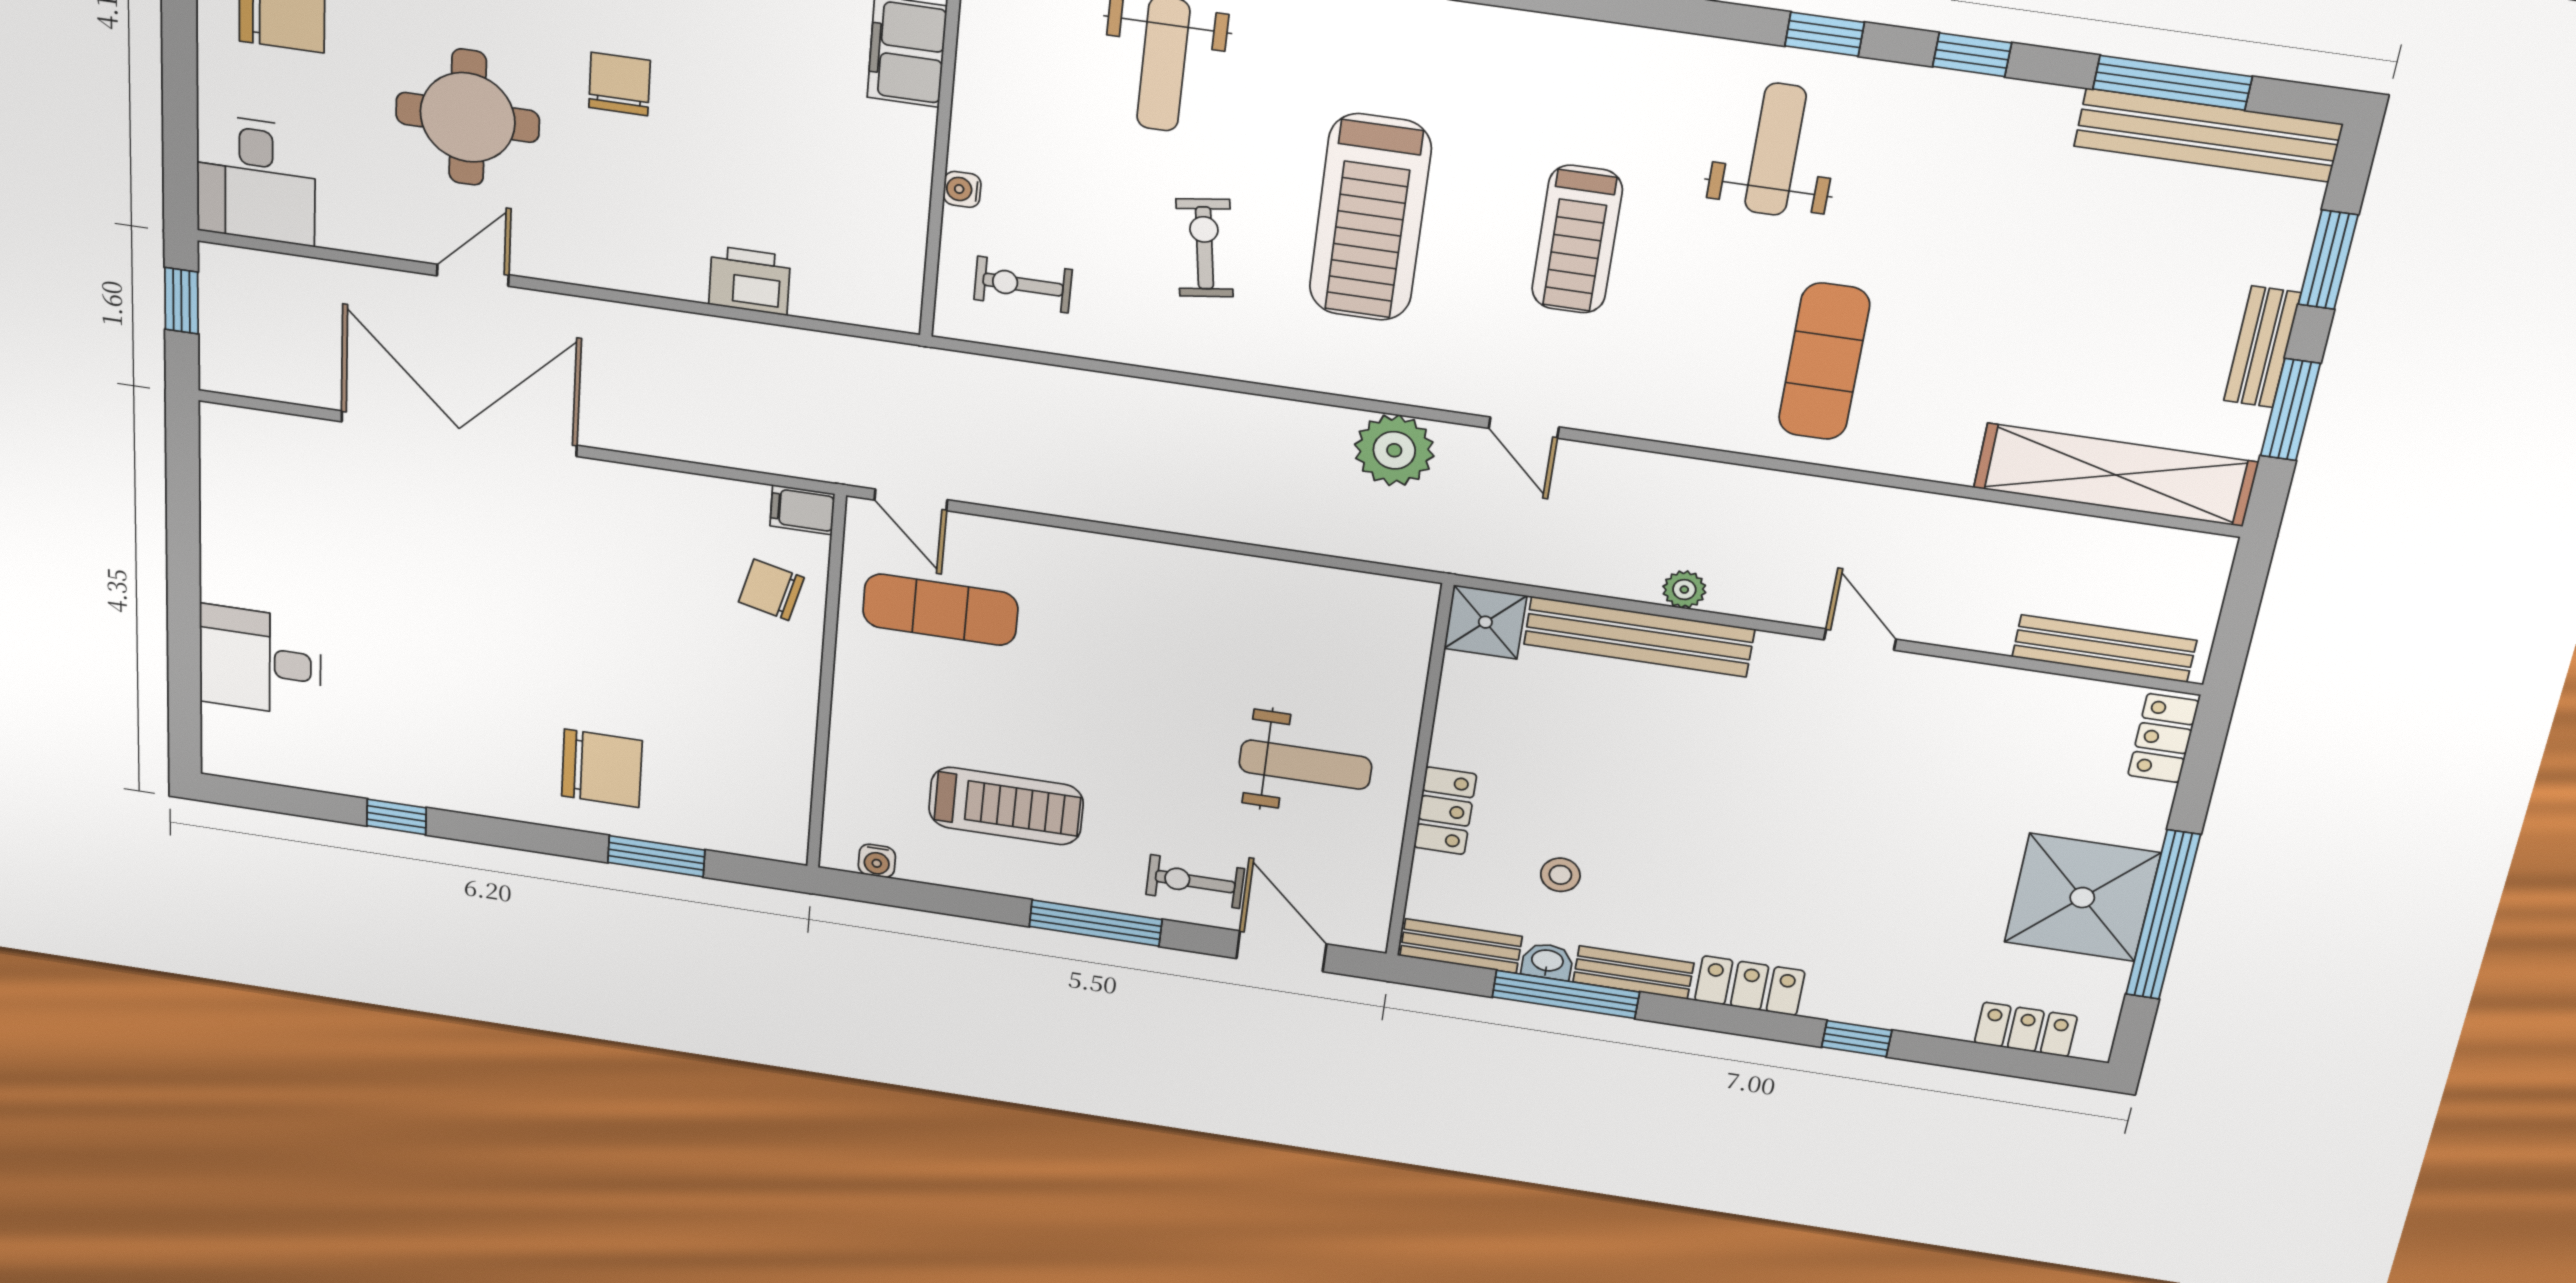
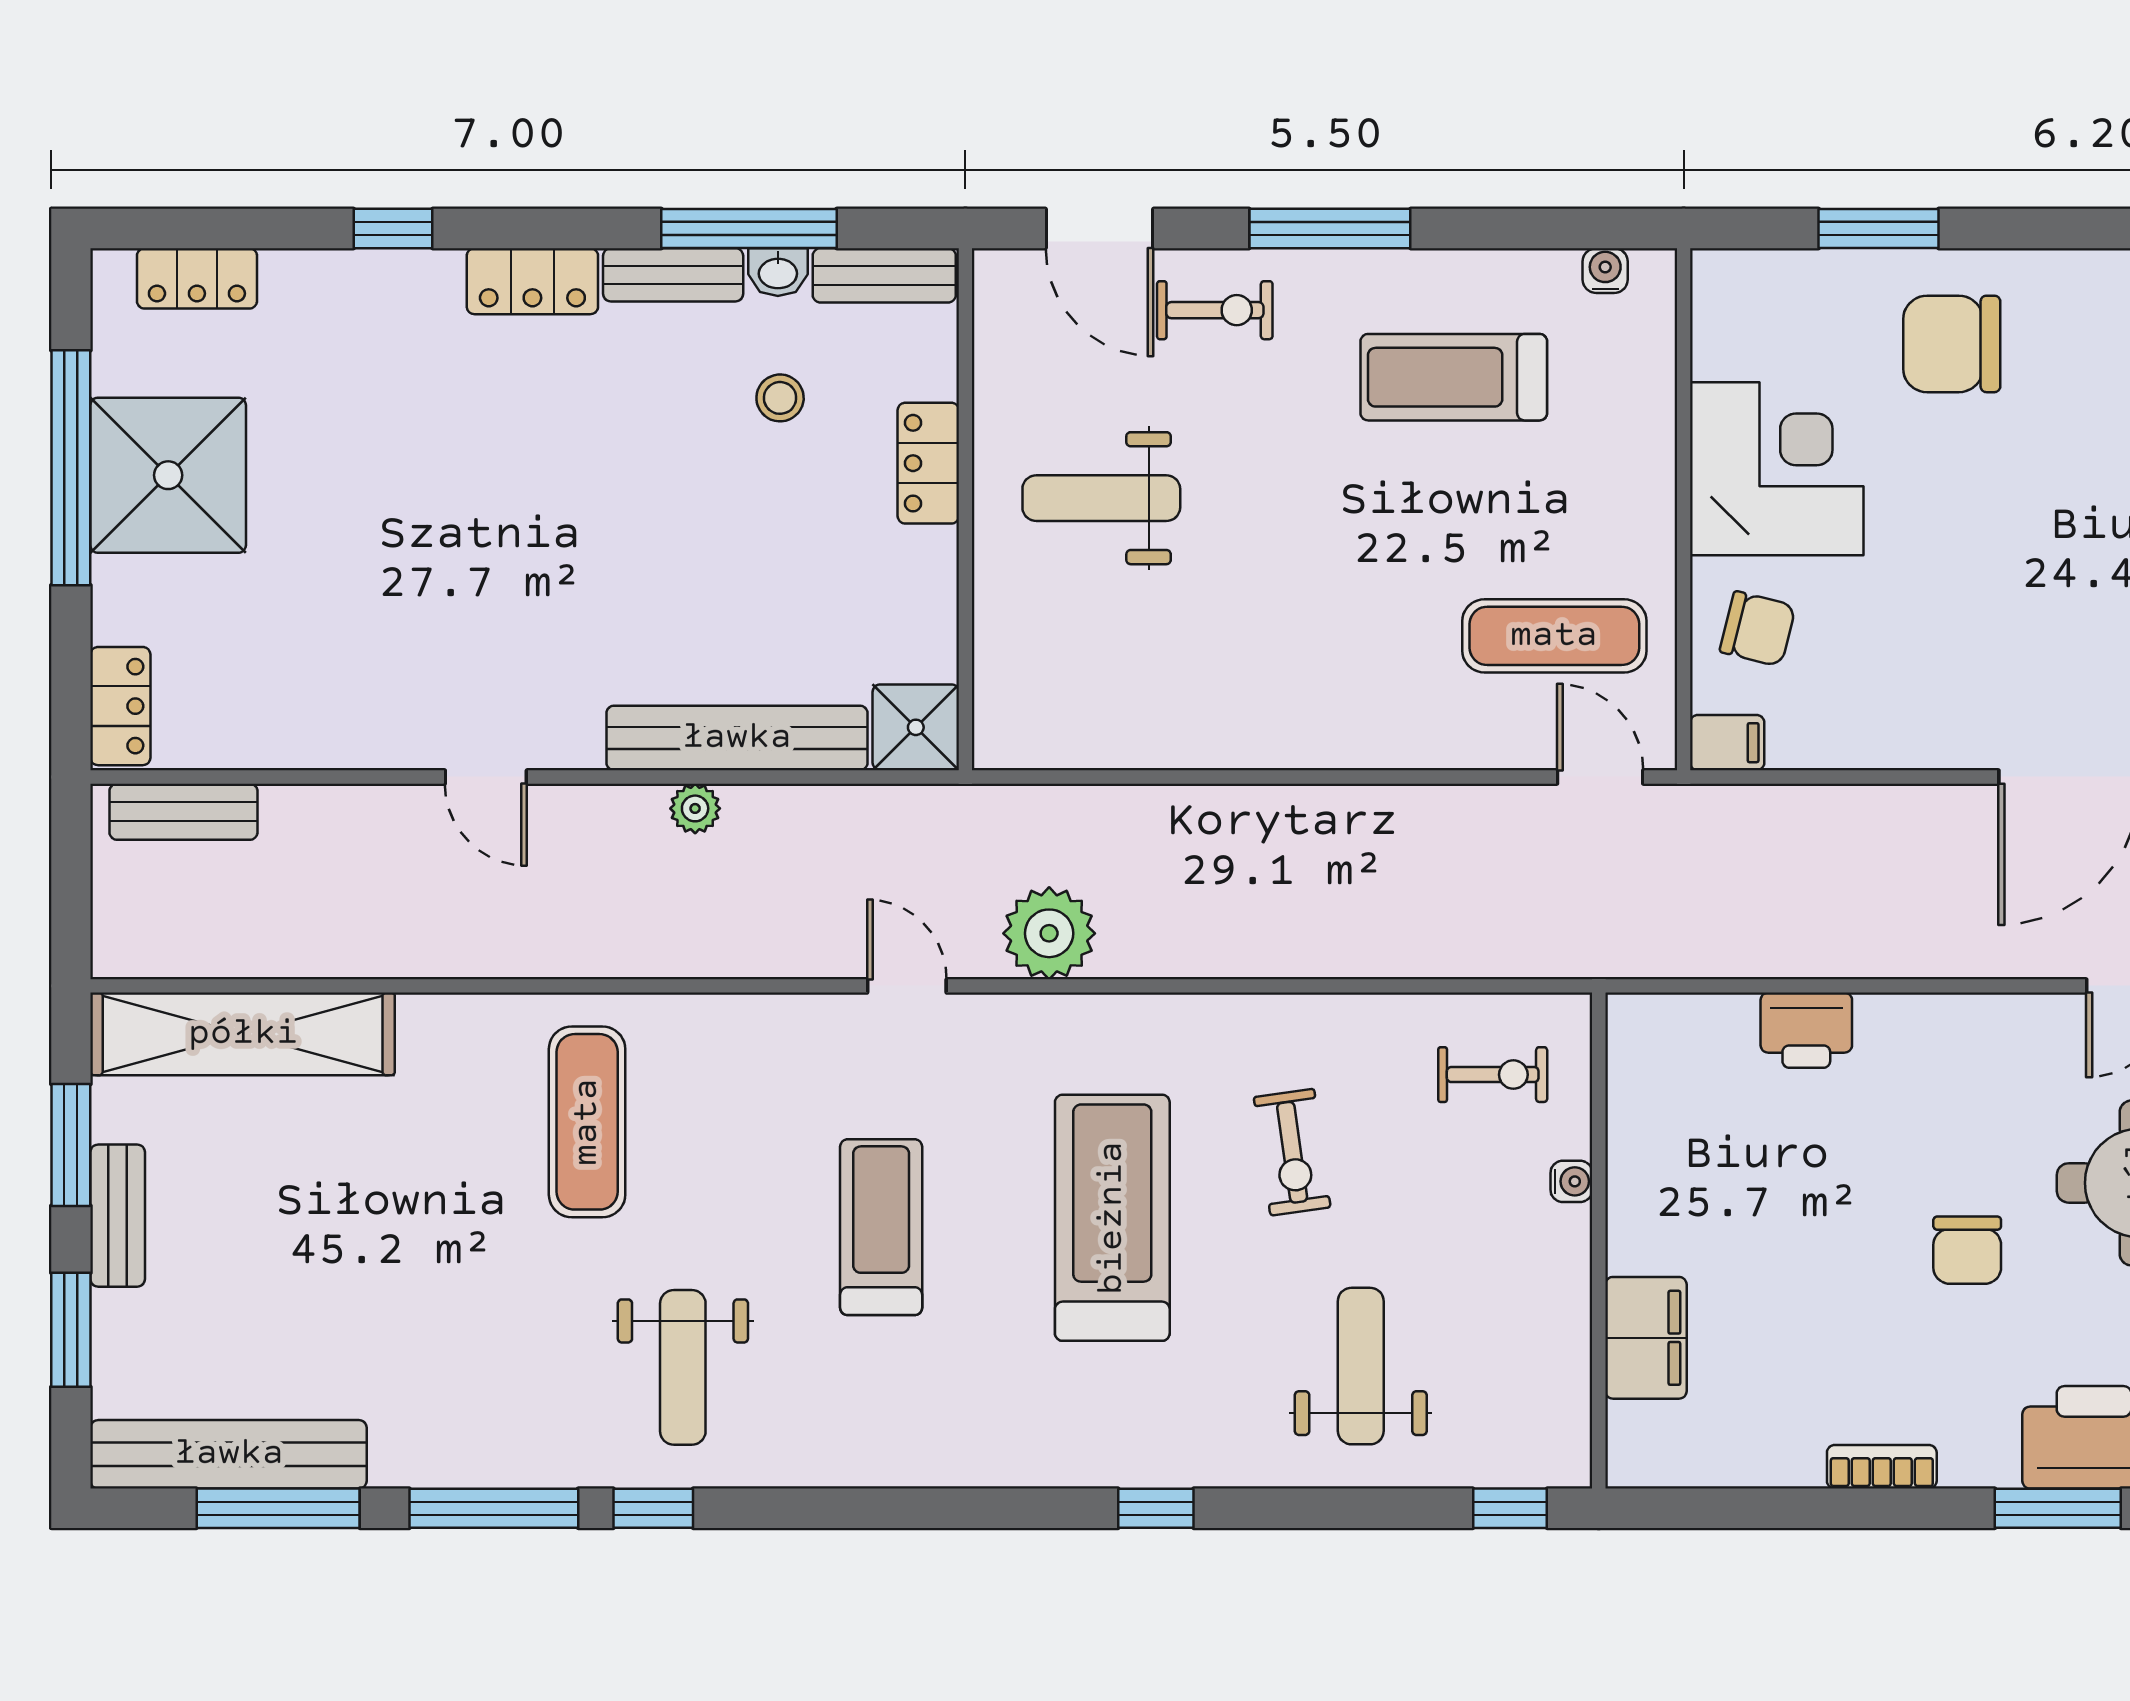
window: (1972, 55) -> (494, 1508), width x2.17
bench: (2104, 649) -> (183, 812), width x0.73
corner desk: (748, 702) -> (1777, 469), added

